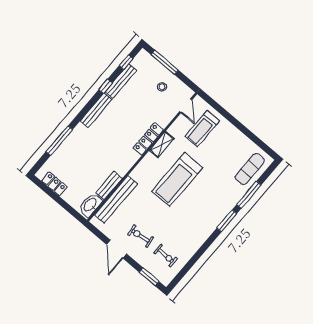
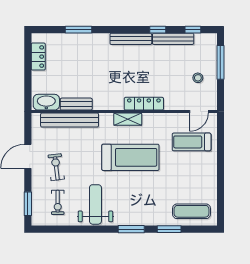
window: (59, 141) -> (79, 30), width x0.69
shelving: (162, 145) -> (128, 119), moved
treadmill: (177, 179) -> (130, 157), turned 180
window: (249, 195) -> (169, 229), width x0.69
weight bench: (189, 231) -> (95, 204), added

